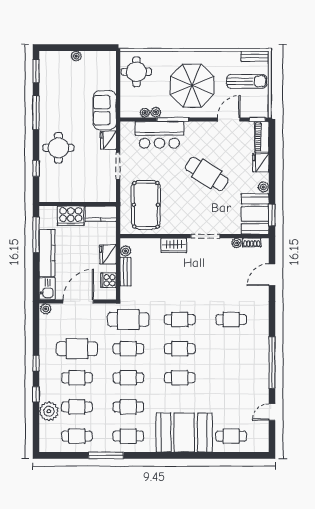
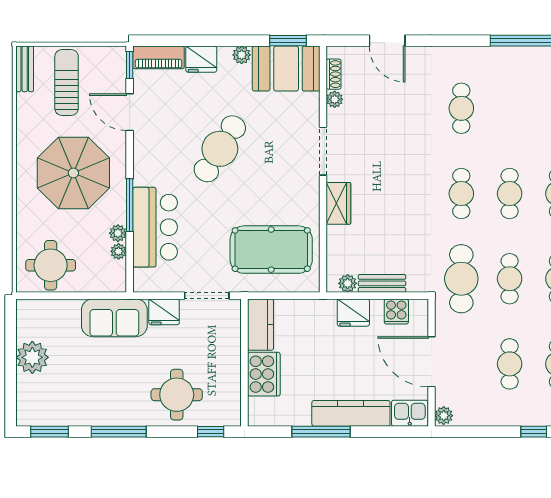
plant: (76, 56) -> (32, 357), width x1.88, depth x1.88
wall: (78, 204) -> (244, 363), moved
kitchen counter: (101, 214) -> (261, 325), moved
cooker: (71, 216) -> (264, 374), moved
cafe table: (77, 349) -> (510, 364), width x0.73, depth x0.74

